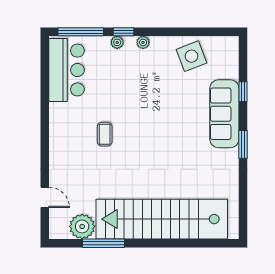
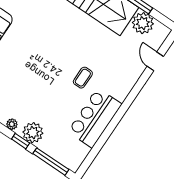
plant: (117, 42) -> (33, 133), width x1.88, depth x1.88
bar counter: (67, 70) -> (95, 118), moved

